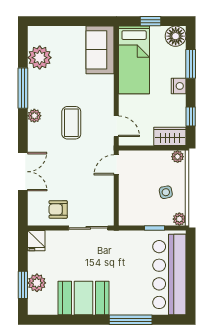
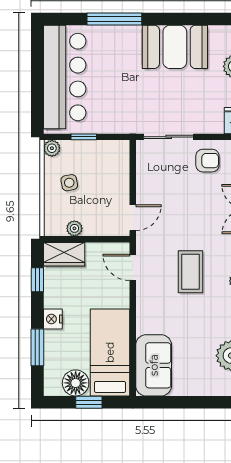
floor lamp: (176, 36) -> (76, 383), moved
plant: (178, 157) -> (74, 228), moved

